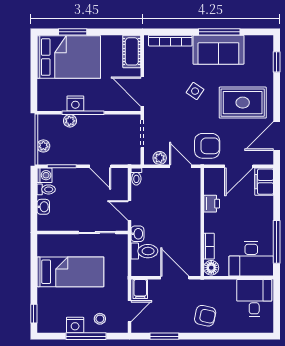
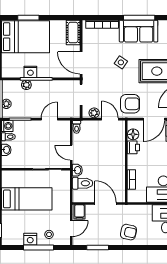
door: (100, 166) -> (49, 119), swing flipped
floor lamp: (211, 268) -> (133, 134), moved

